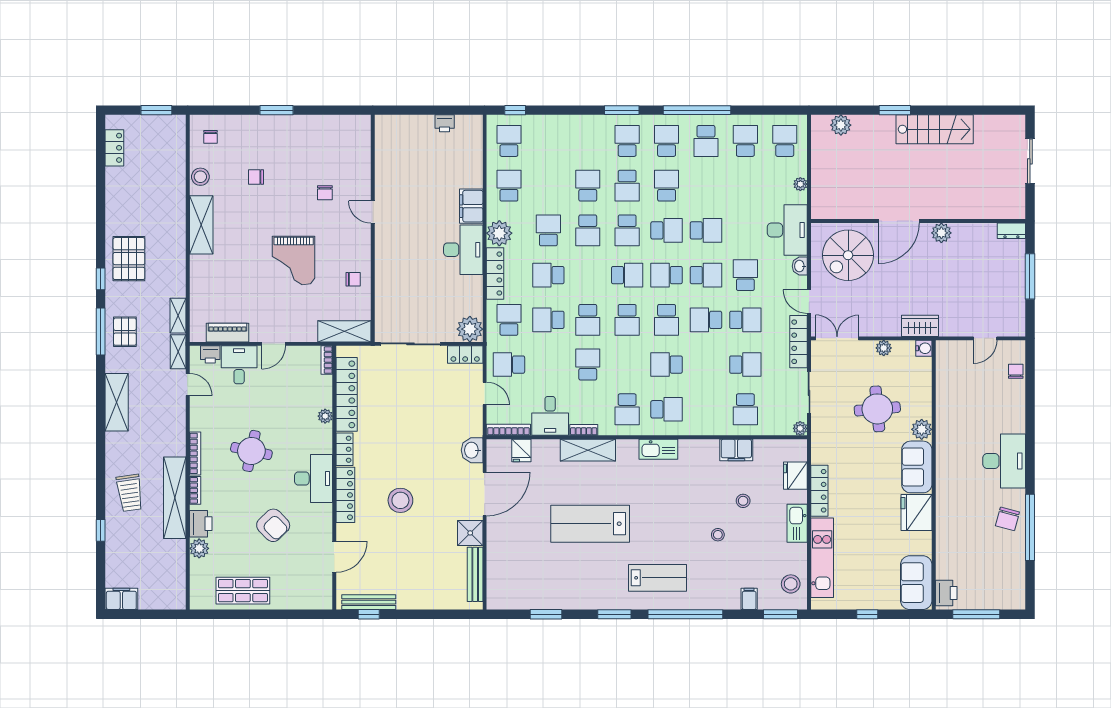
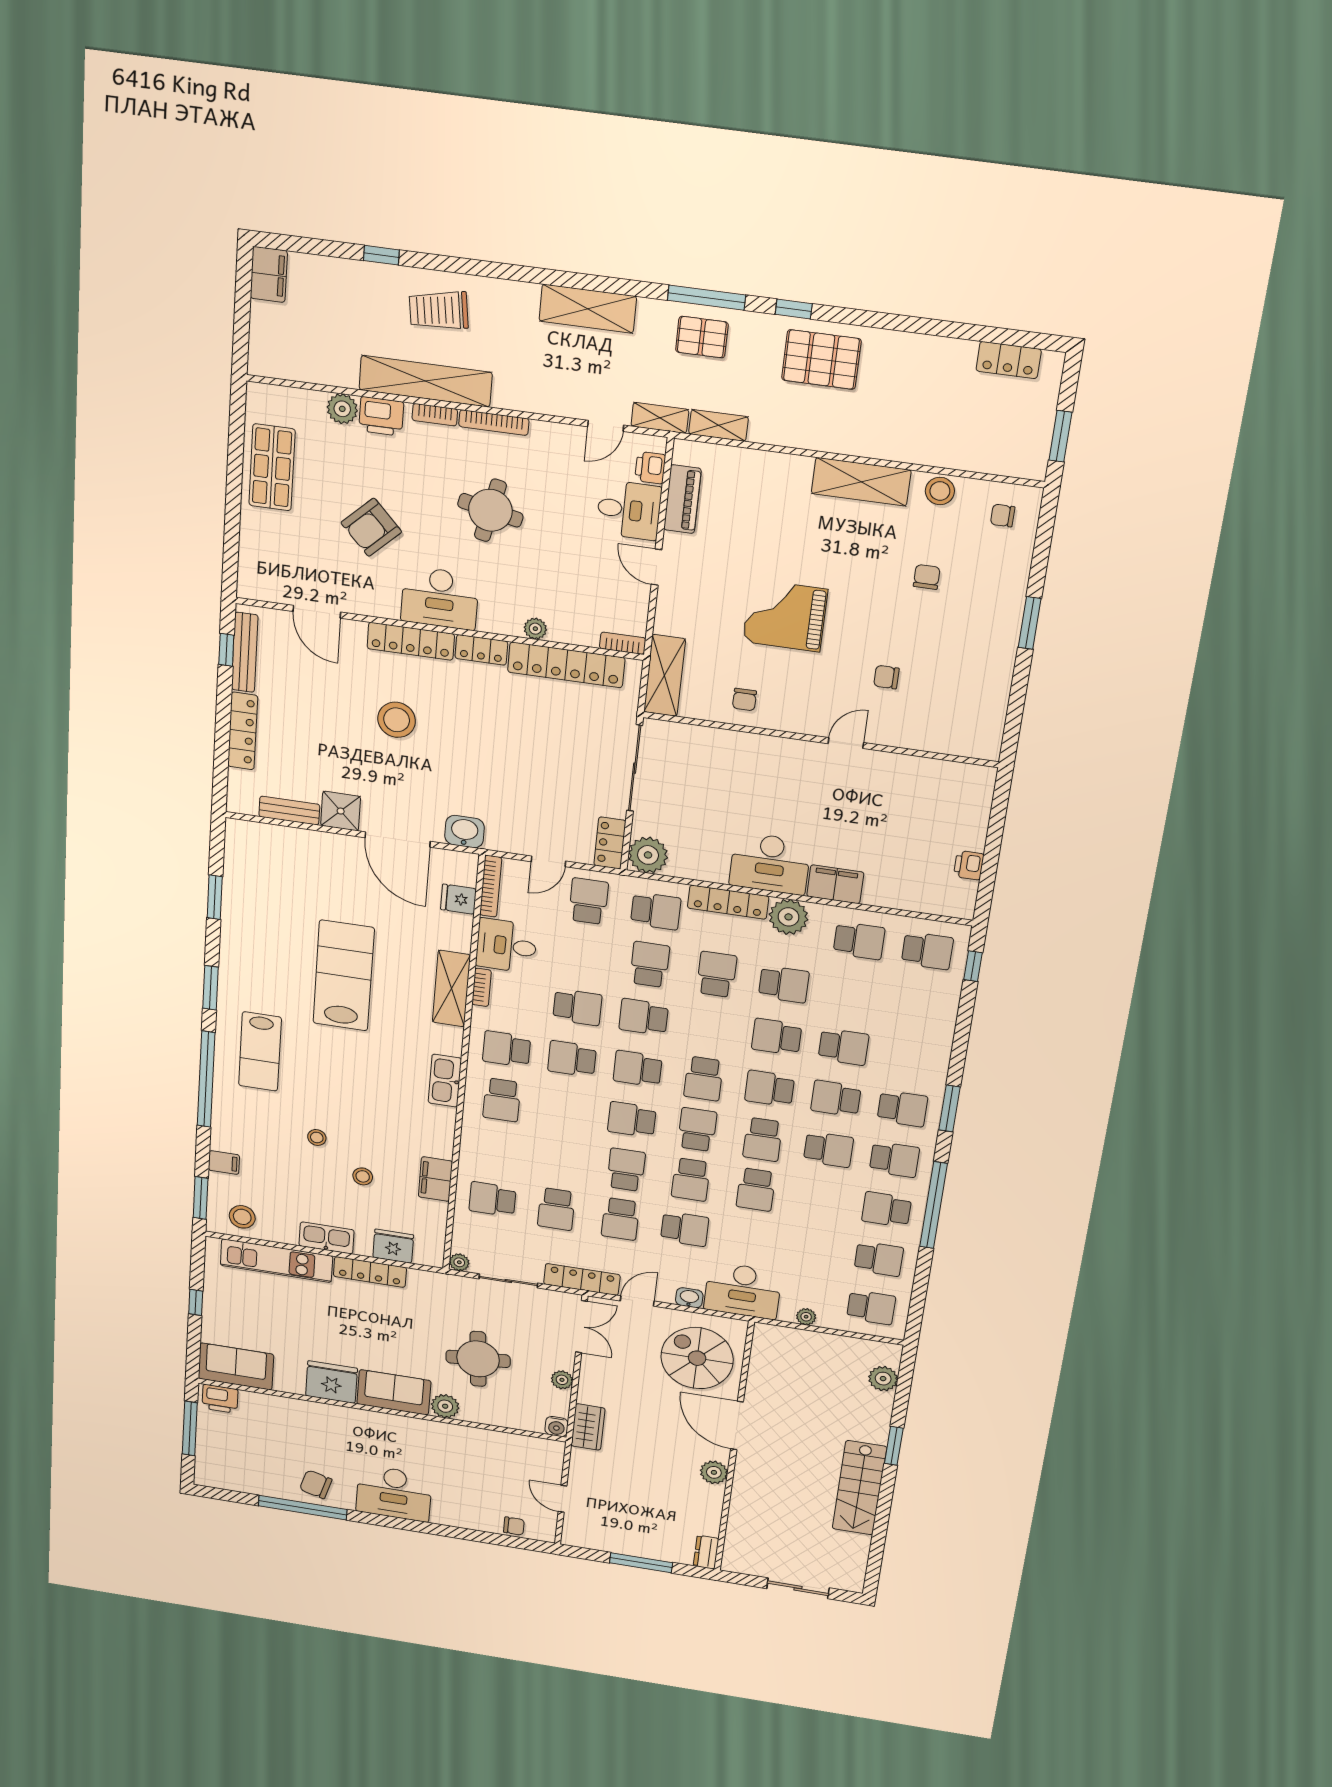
school desk: (667, 365) -> (572, 1059), moved, turned -90
bench: (475, 574) -> (289, 811), width x0.73
locker: (424, 601) -> (243, 731), added

